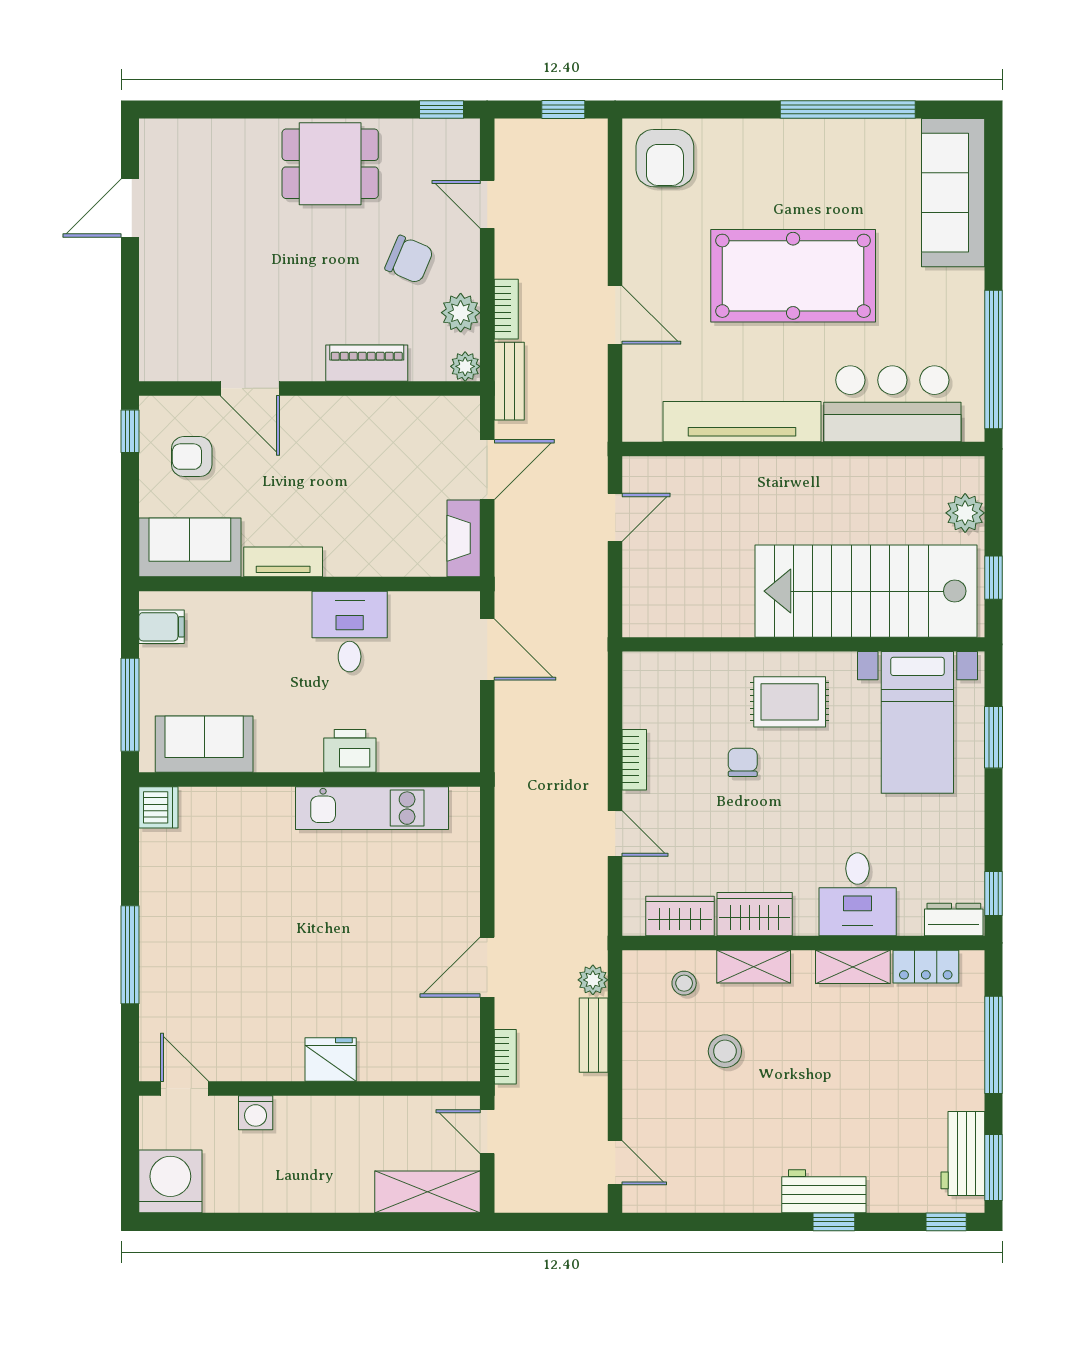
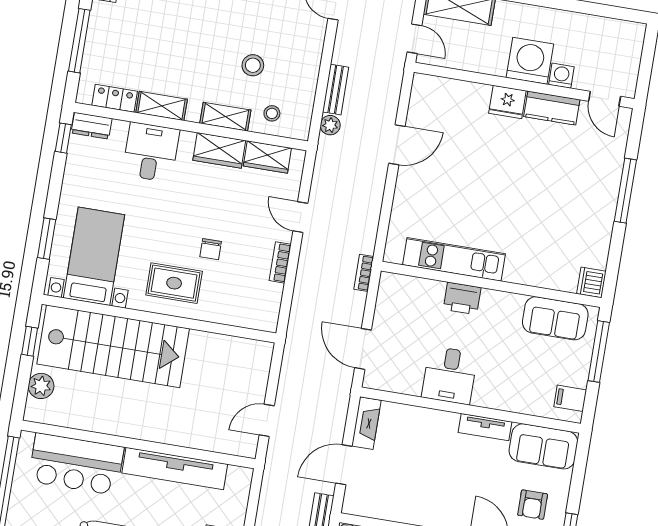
armchair: (192, 457) -> (533, 505), turned 90
bookcase: (505, 1057) -> (364, 273), moved
kitchen counter: (262, 1061) -> (552, 108), added
washing machine: (170, 1181) -> (530, 61), moved, turned 180

